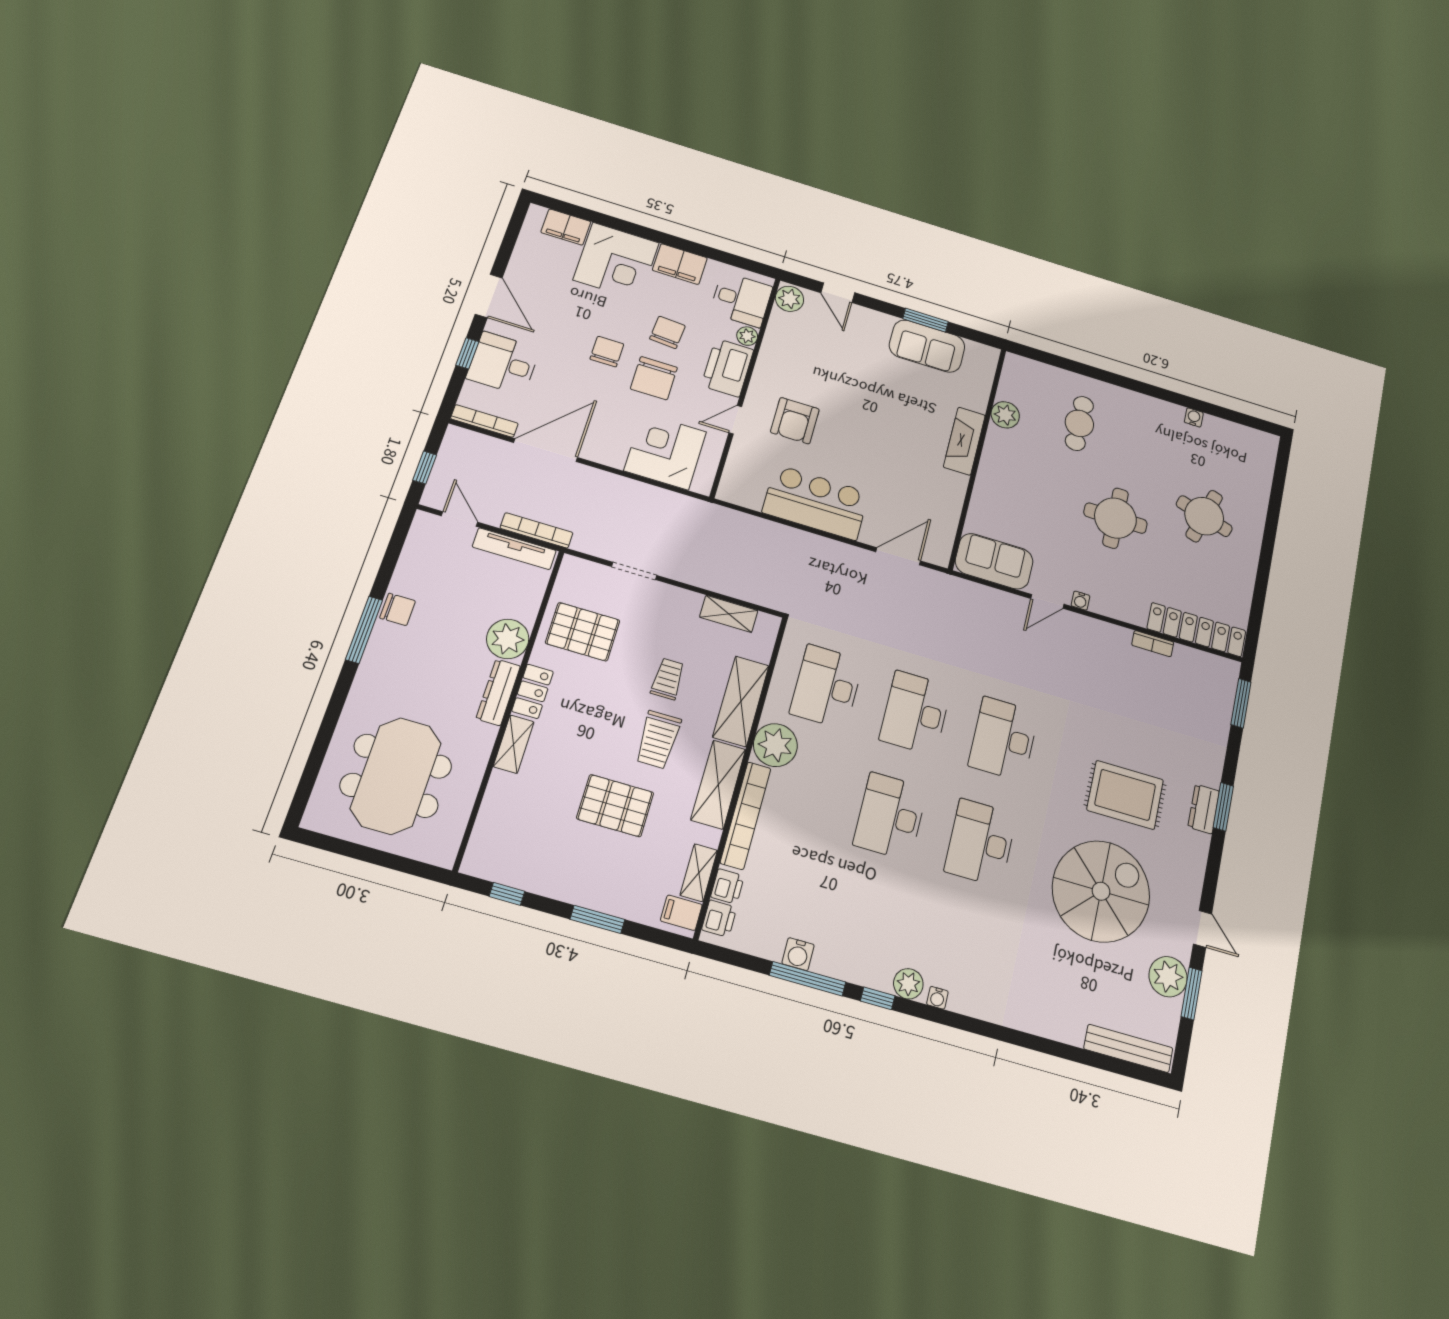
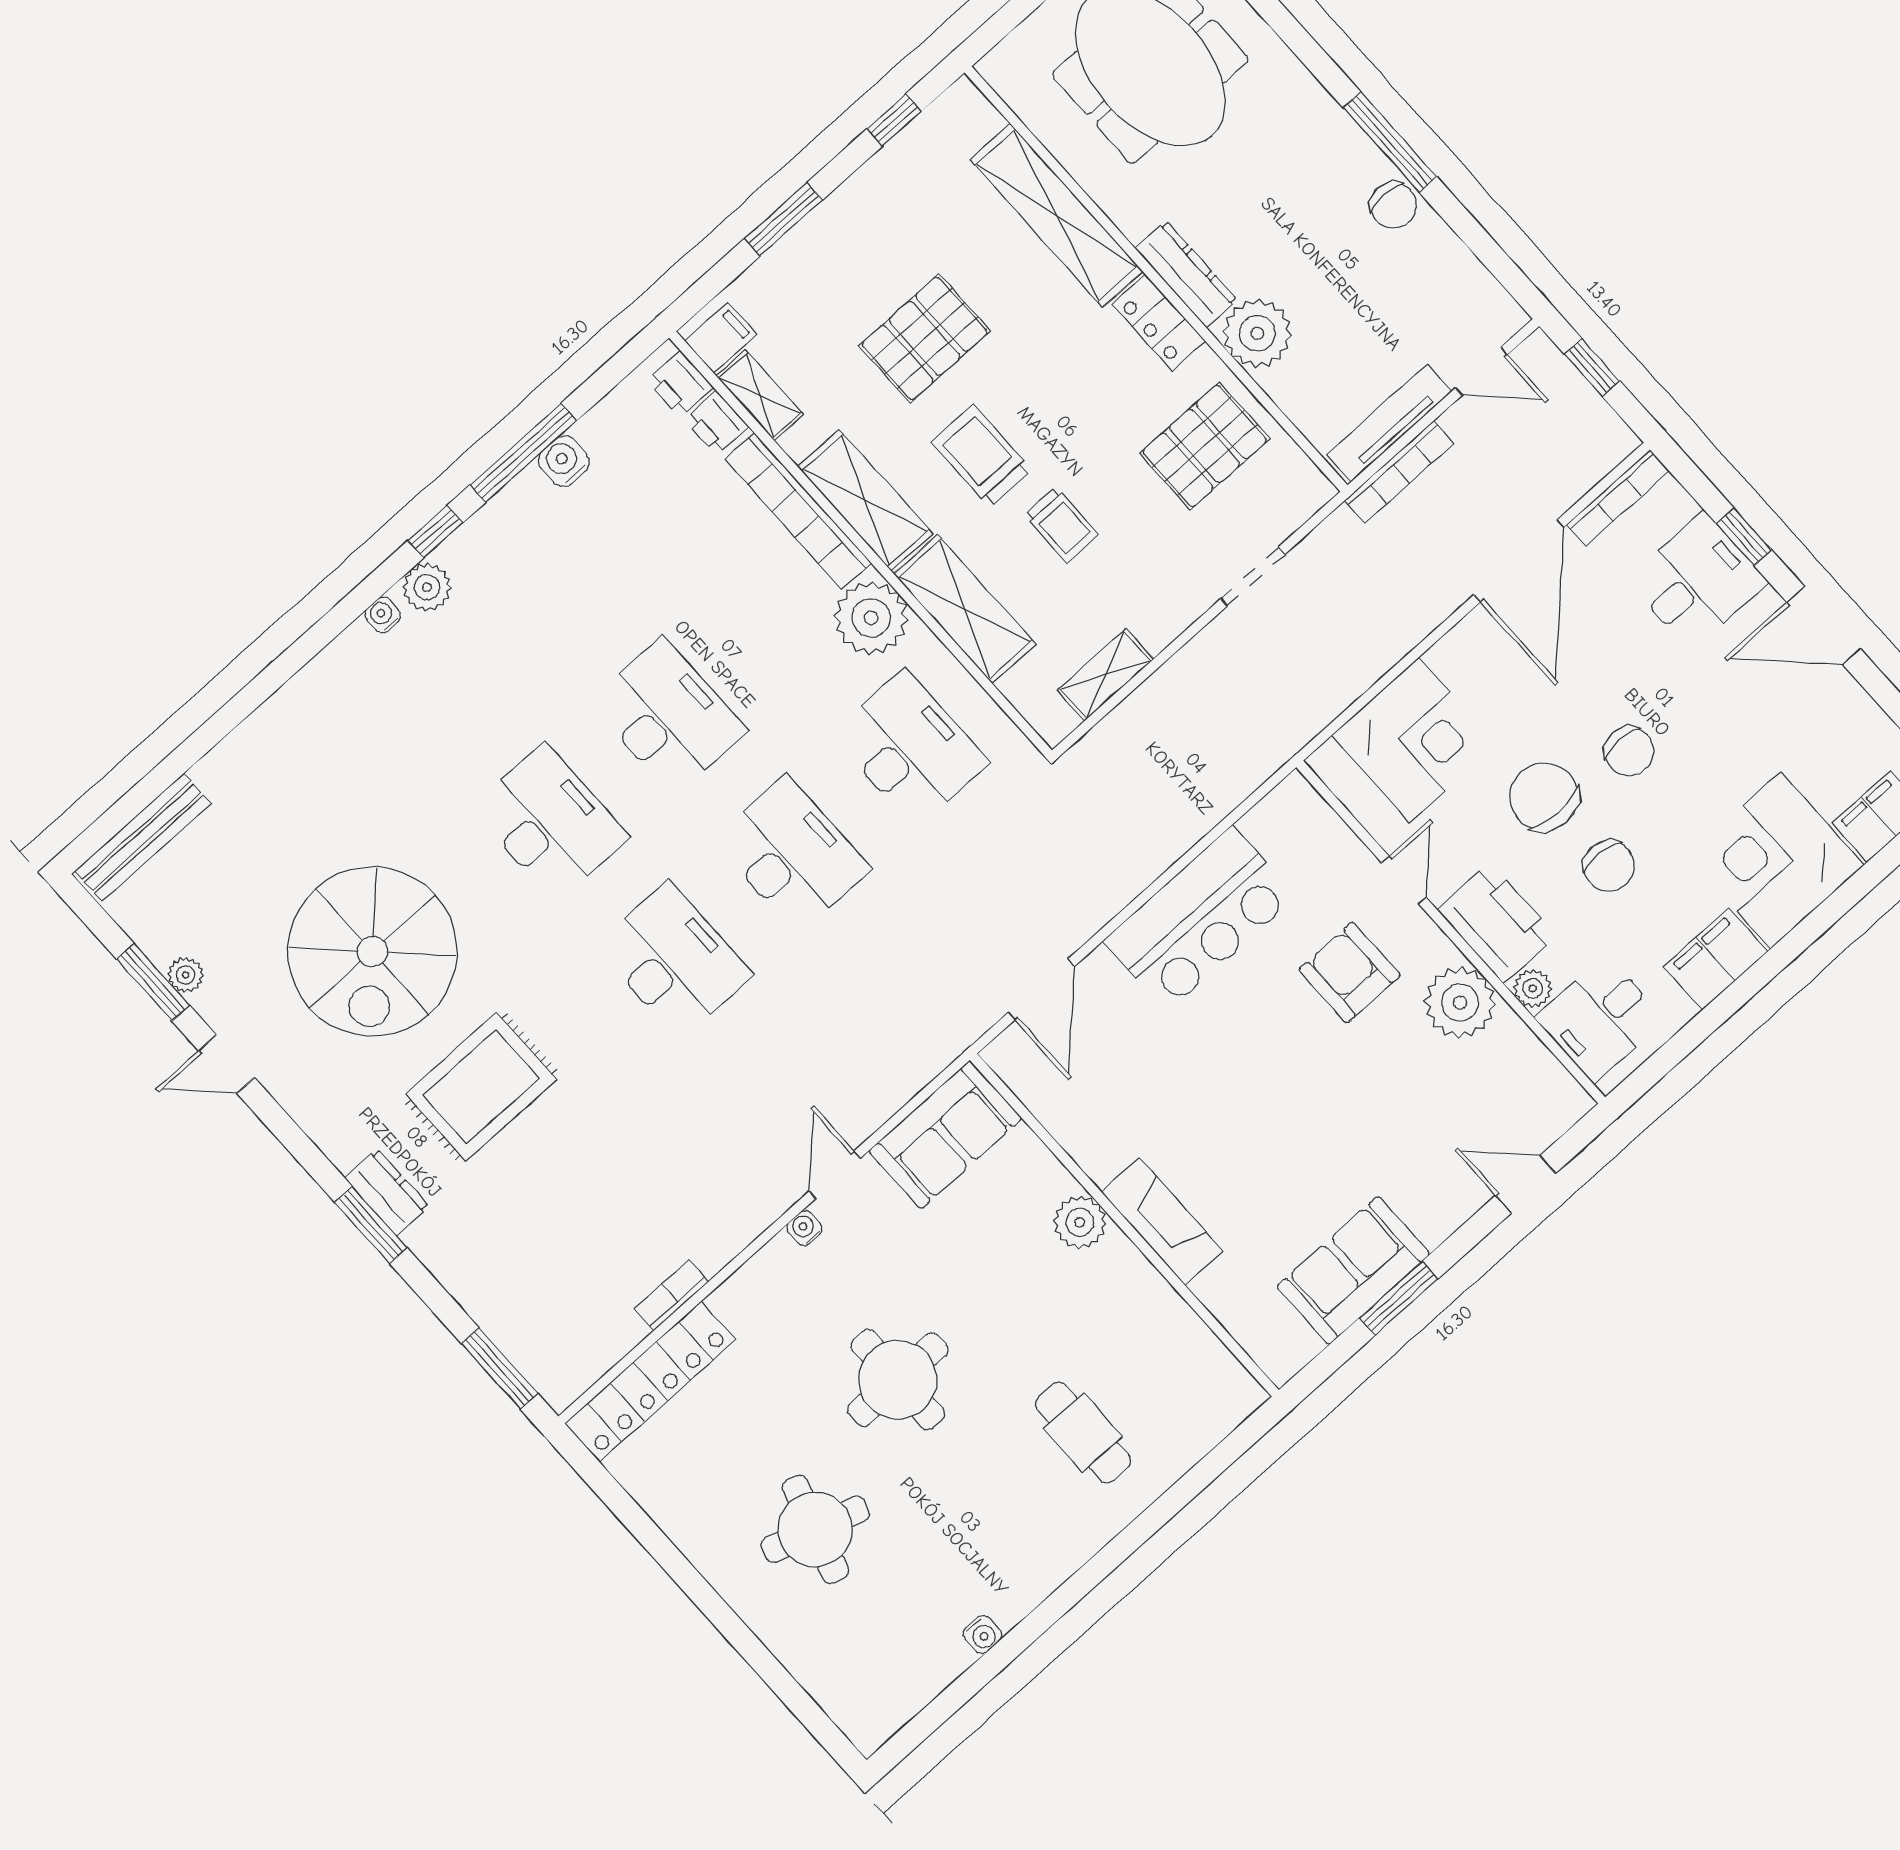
plant: (790, 299) -> (1460, 1003), moved, width x1.36, depth x1.36
plant: (1005, 415) -> (1080, 1222), moved
chair: (398, 609) -> (1393, 205), turned -90
shelving: (514, 744) -> (1057, 216), width x2.20, depth x1.33
plant: (1168, 977) -> (186, 975), width x0.53, depth x0.53

